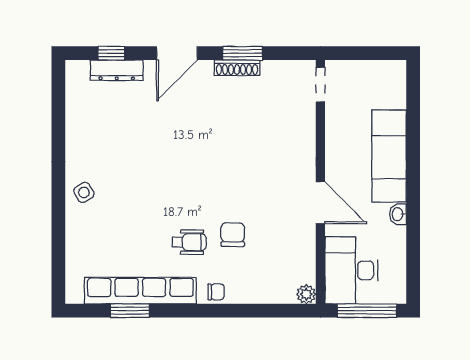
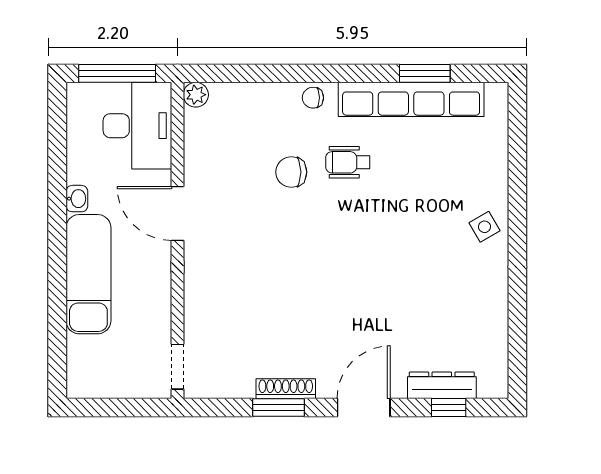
chair: (233, 235) -> (291, 172), turned 90

